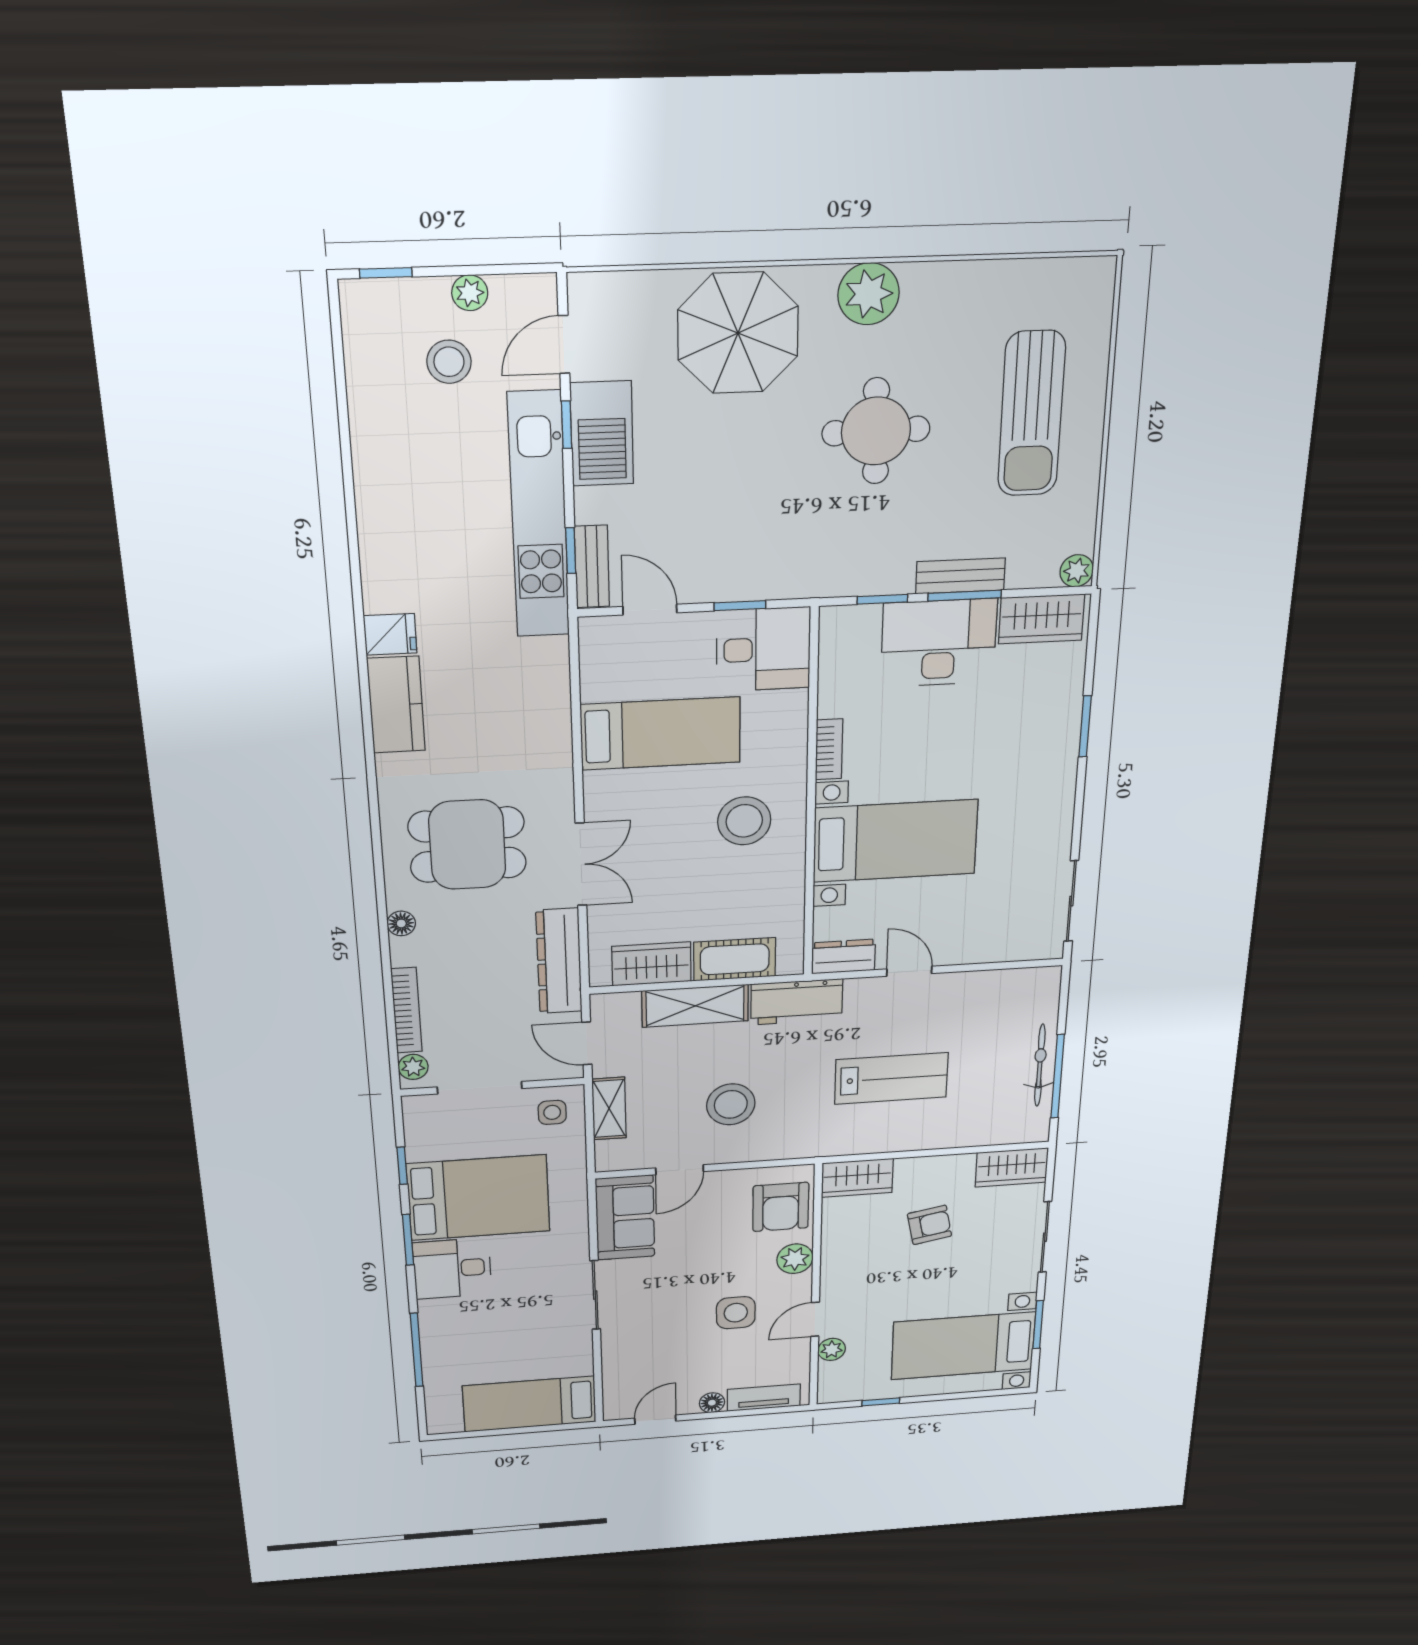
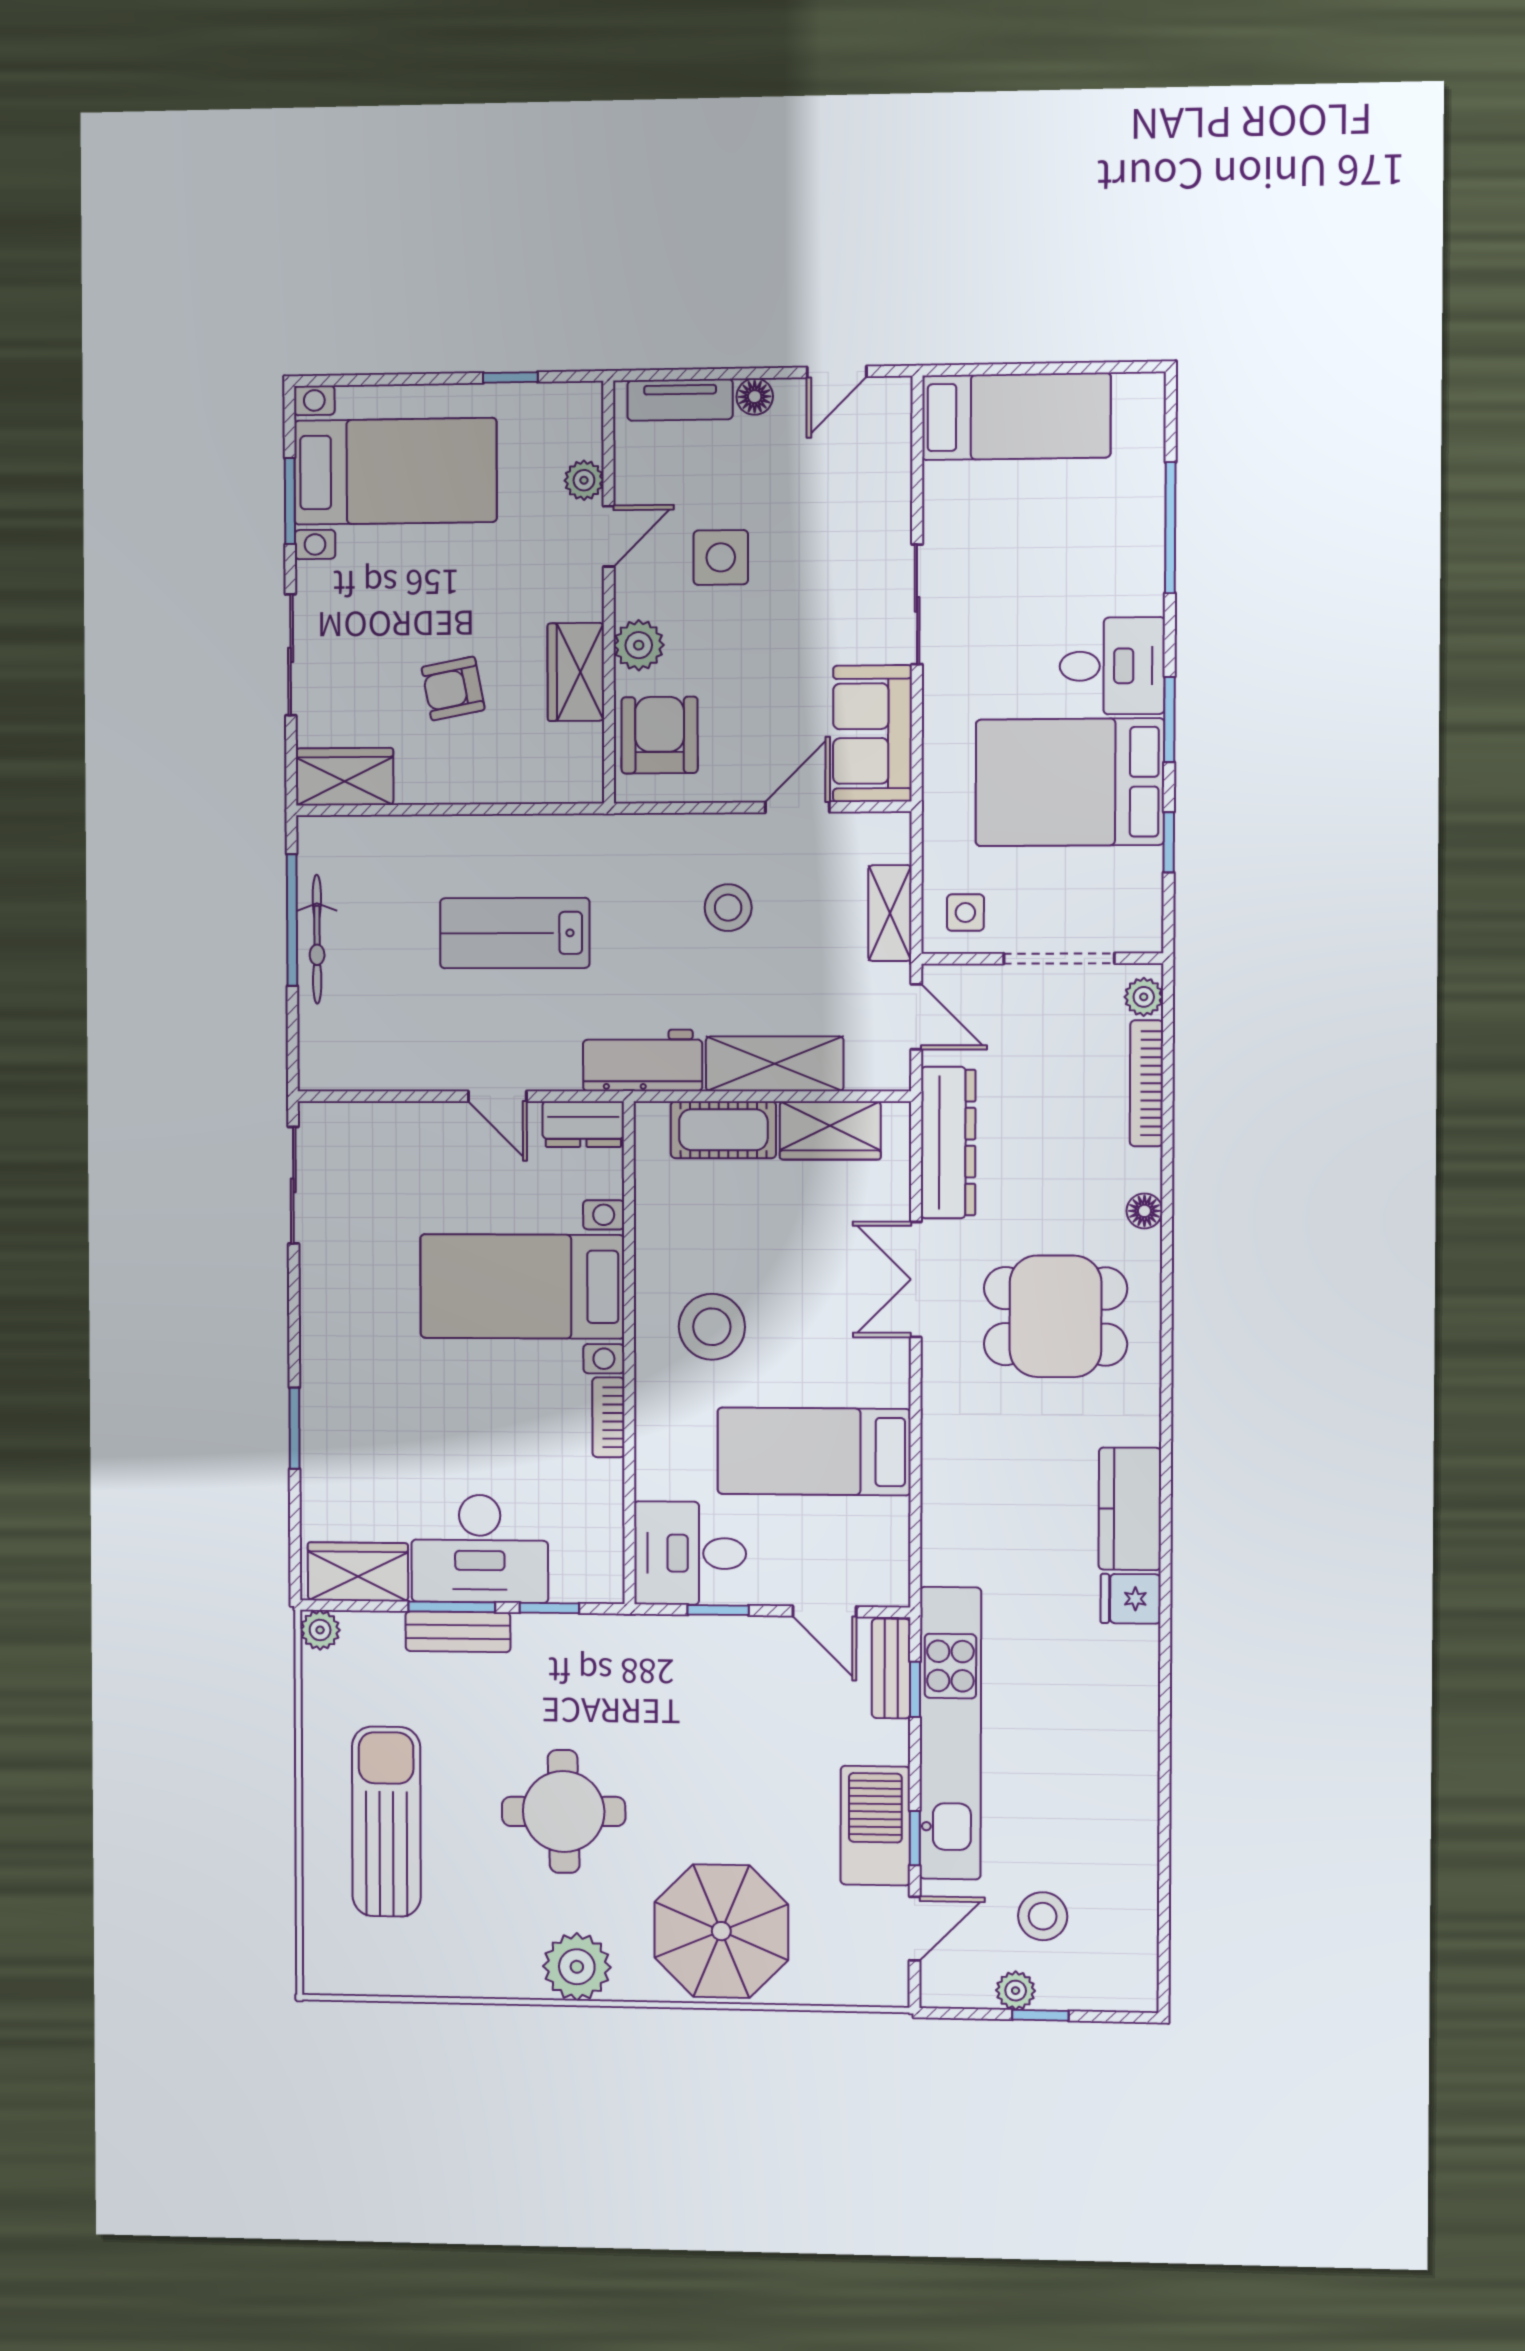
window: (386, 273) -> (1040, 2015), moved
stool: (731, 1104) -> (728, 908), width x0.73, depth x0.73
wardrobe: (857, 1178) -> (576, 672), moved, turned -90

